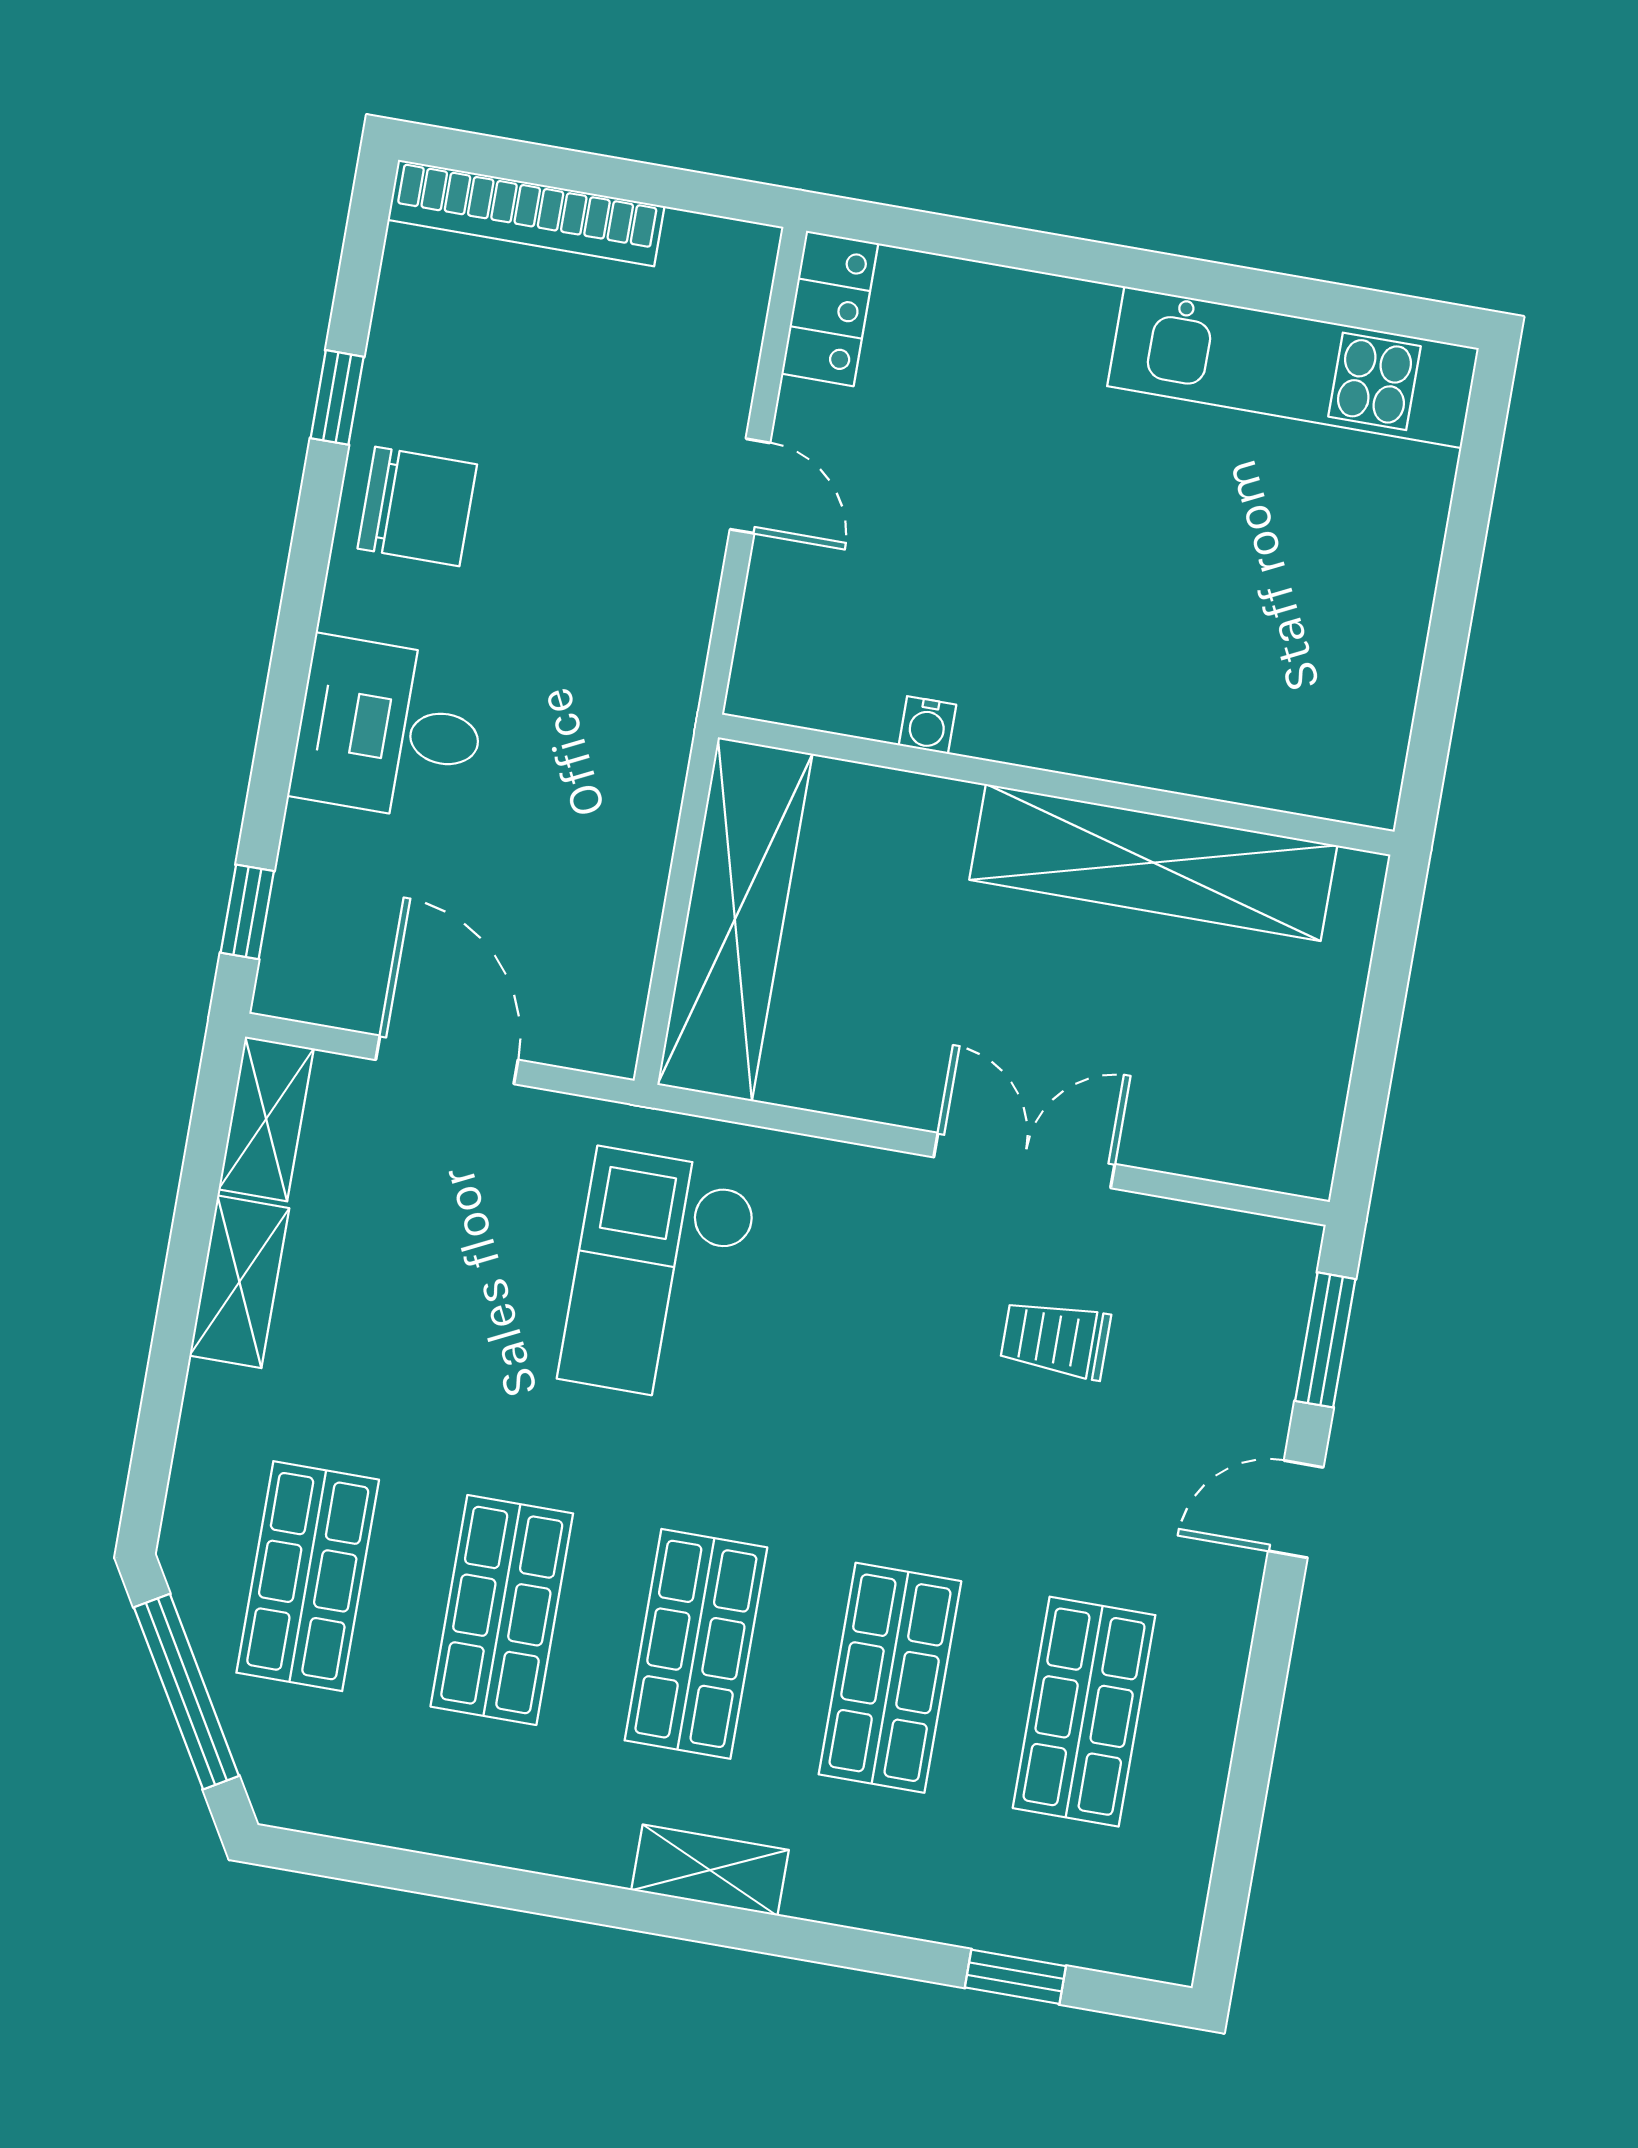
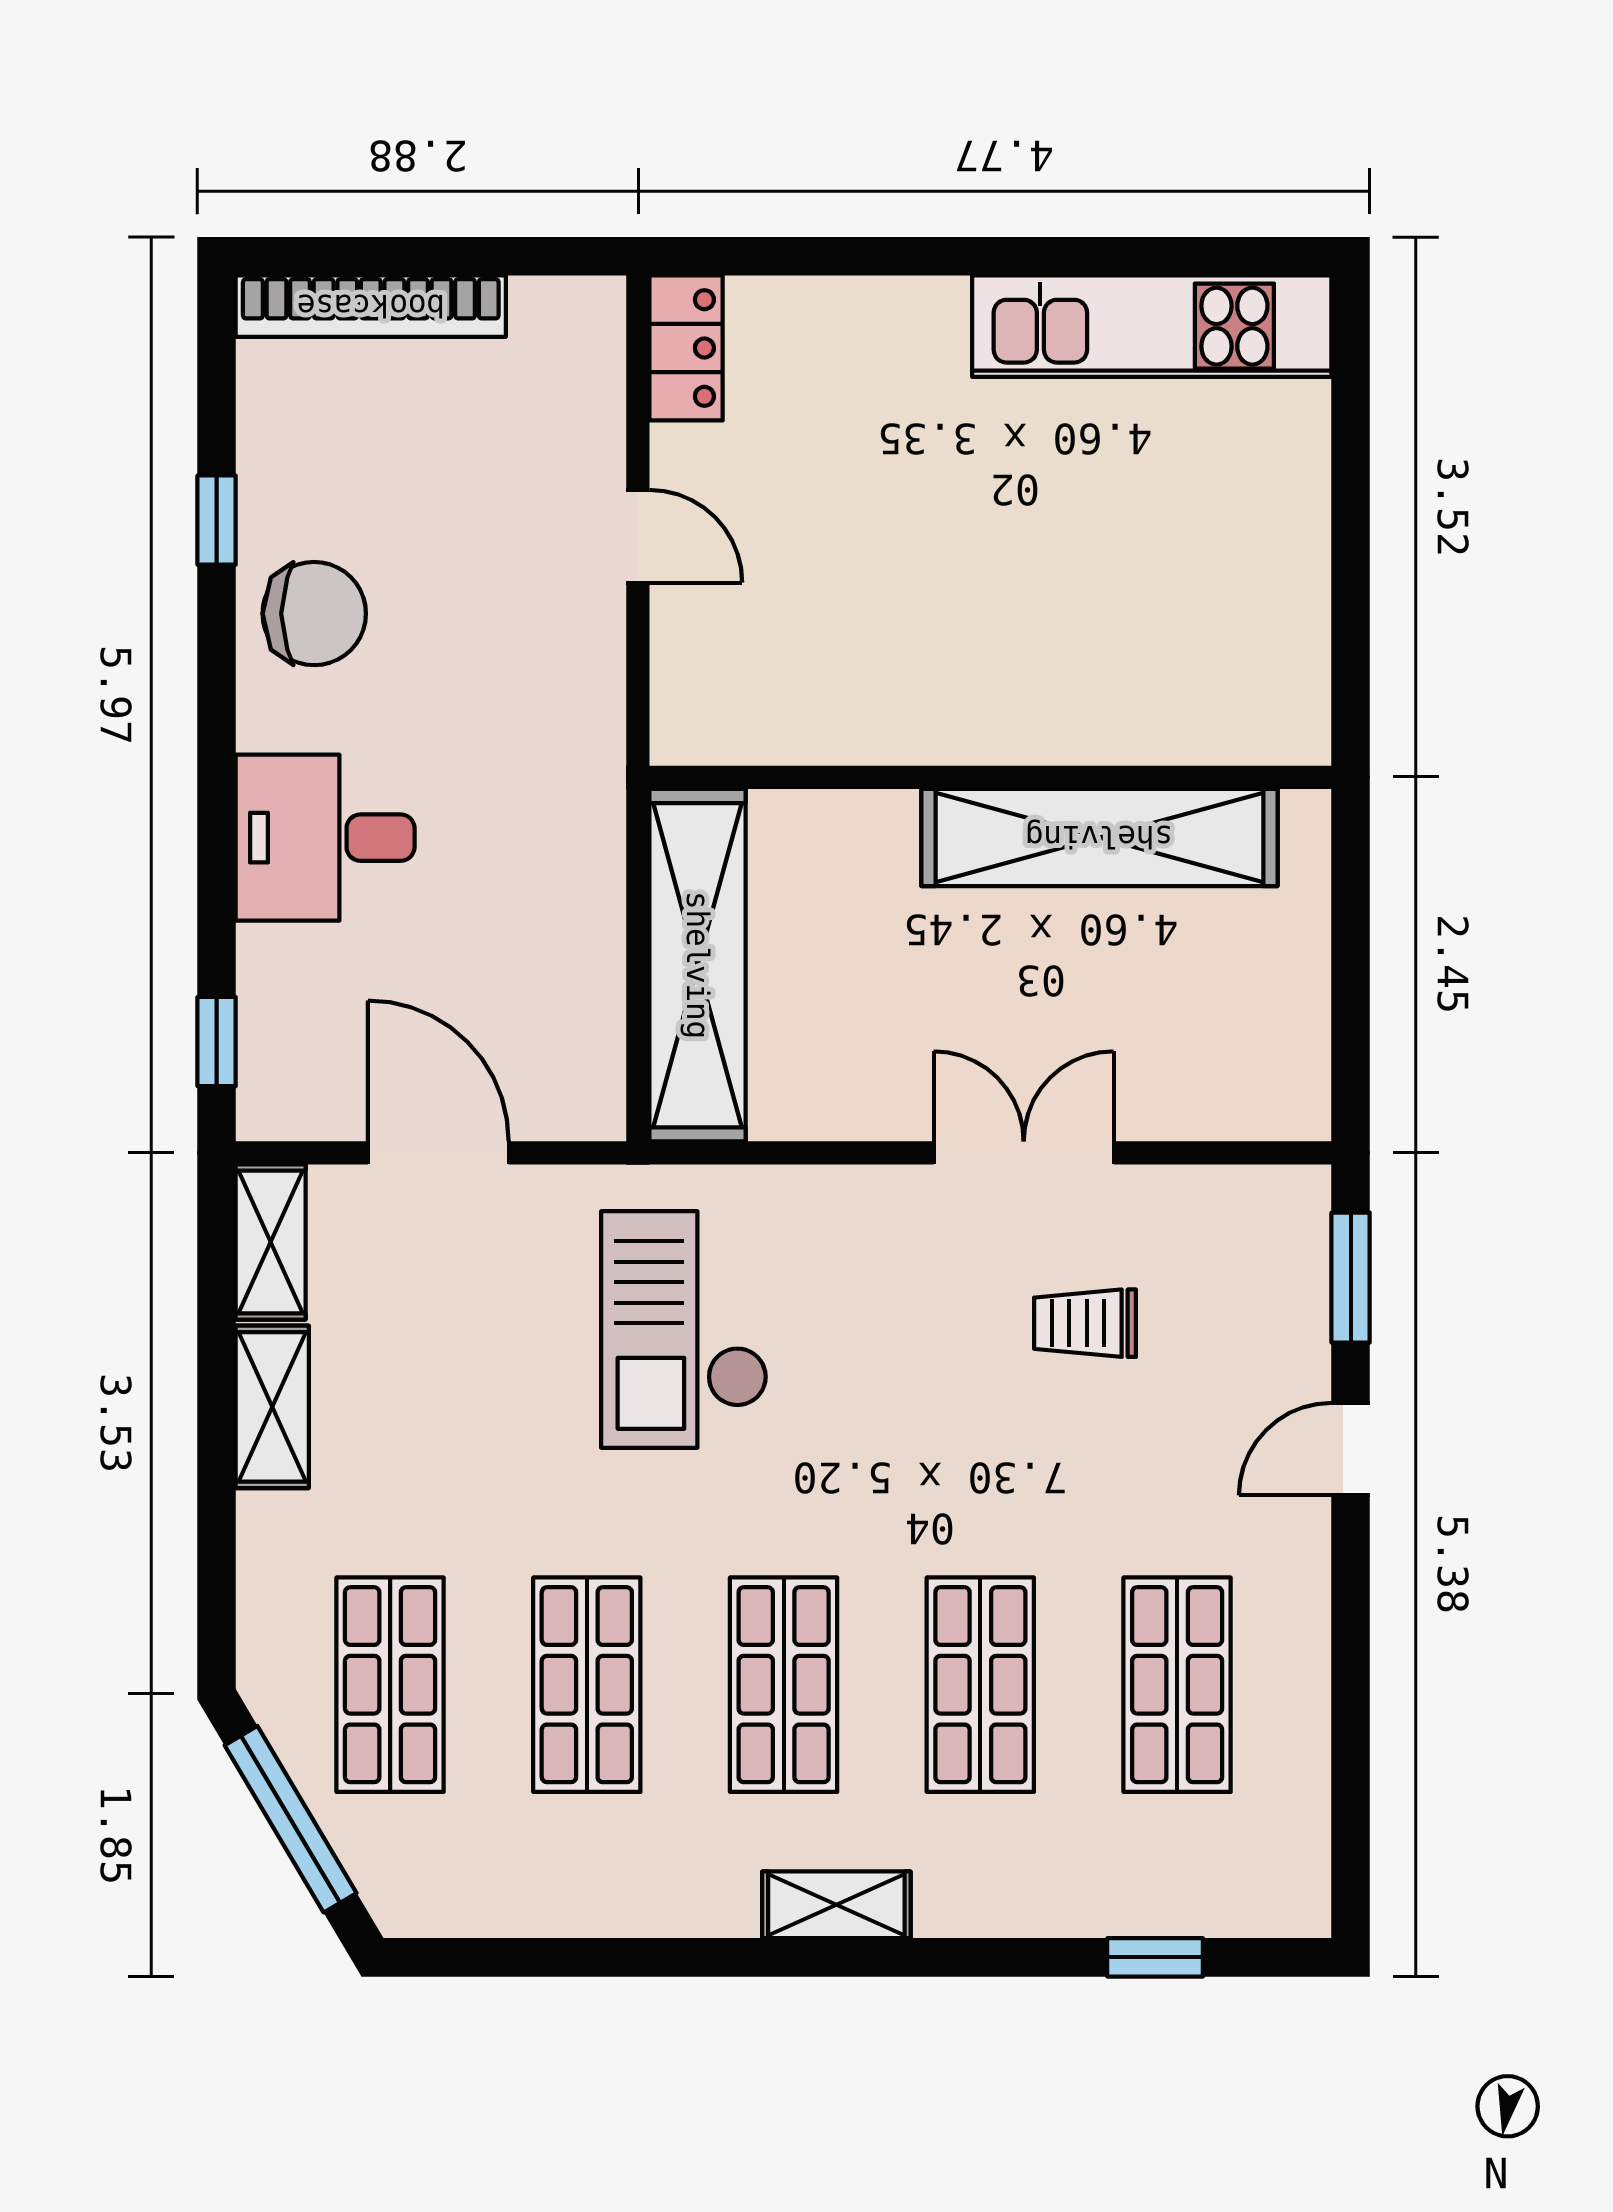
water cooler: (927, 725) -> (854, 741), removed

